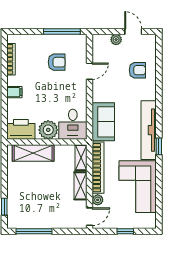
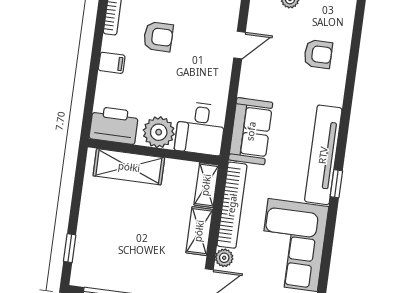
armchair: (57, 62) -> (158, 37), moved

